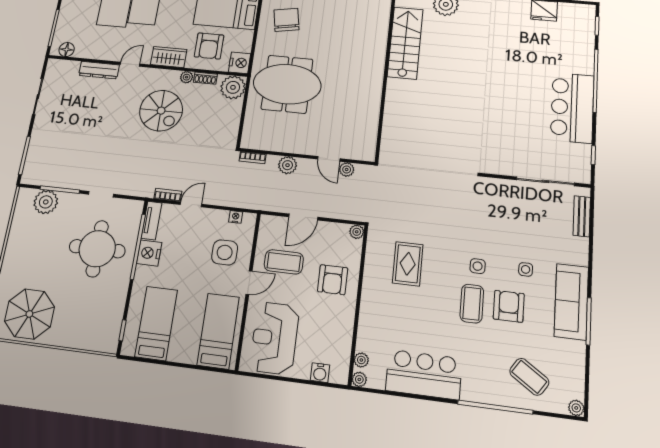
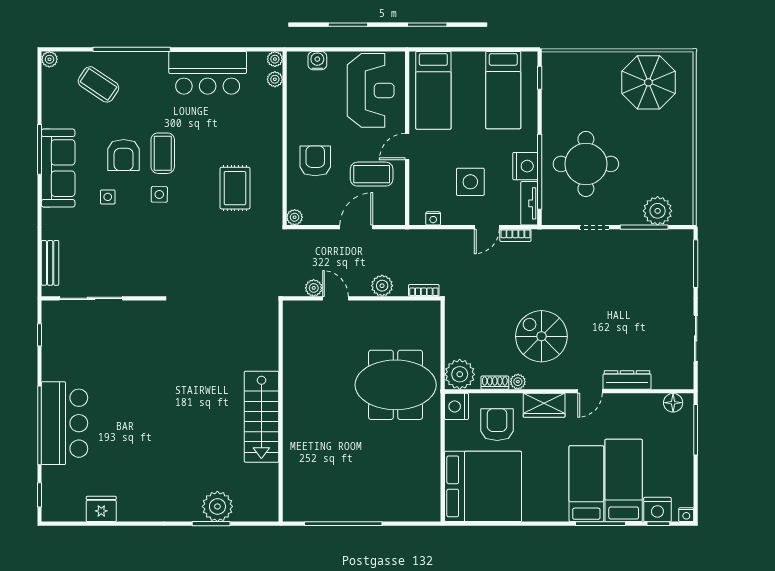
chair: (286, 20) -> (407, 468), removed
stairs: (405, 43) -> (261, 417), moved
bar counter: (572, 108) -> (65, 423), moved
side table: (225, 252) -> (470, 182), moved

